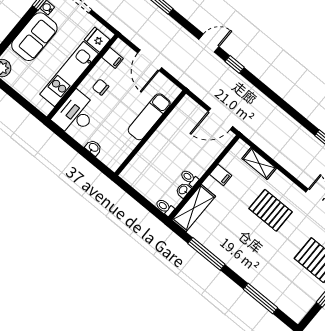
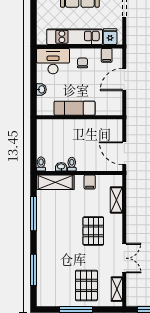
exam couch: (149, 117) -> (75, 108), moved

